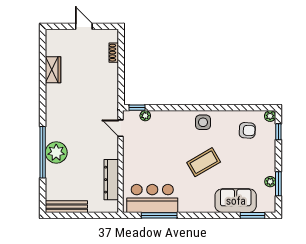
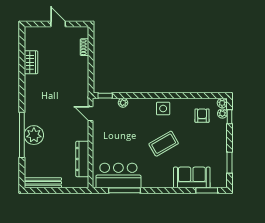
plant: (145, 116) -> (123, 103), moved
armchair: (247, 130) -> (202, 116), turned -93
plant: (270, 182) -> (222, 114), moved

